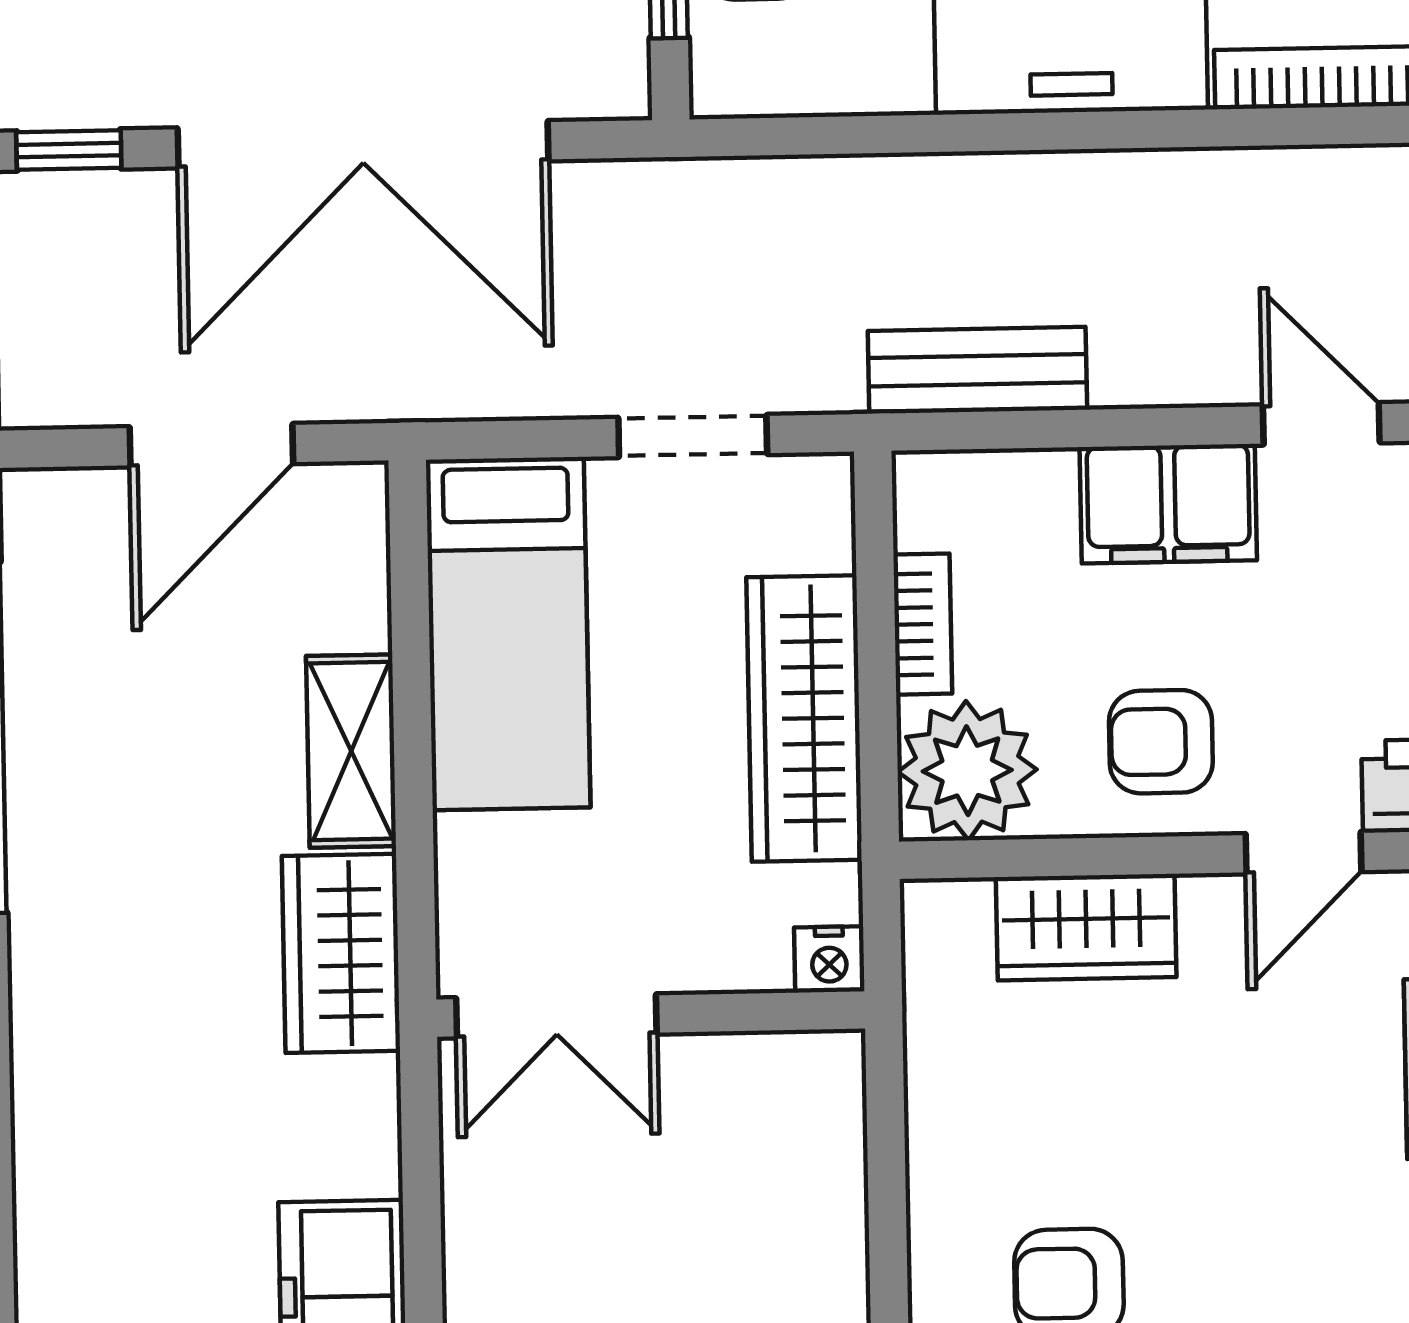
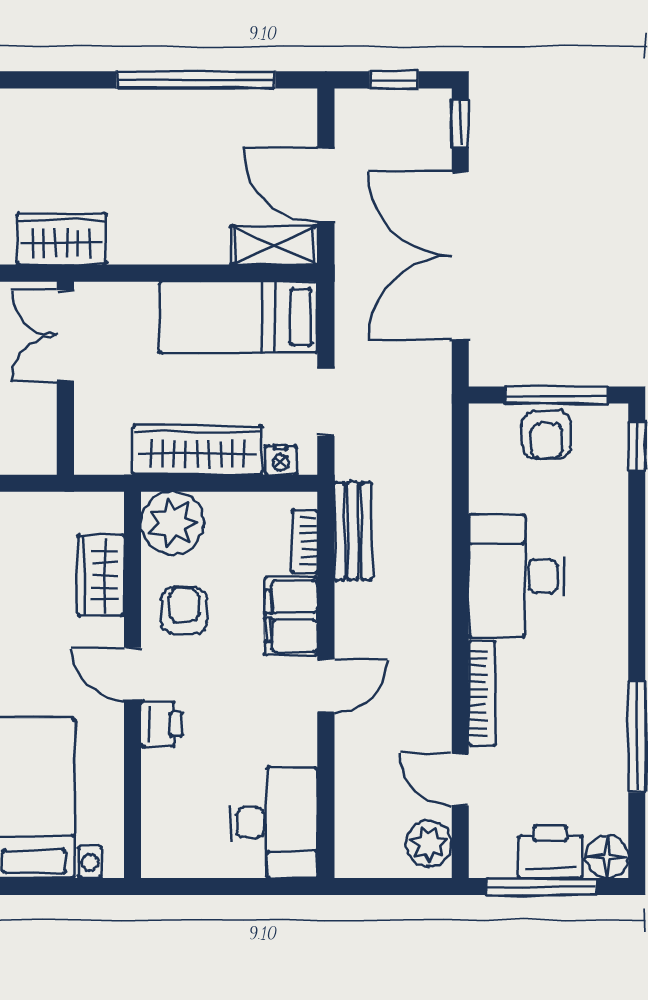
bookcase: (923, 624) -> (305, 542), moved, turned 90
shelving: (351, 751) -> (274, 245), moved
wardrobe: (341, 953) -> (61, 239), moved
nightstand: (829, 959) -> (281, 460), moved, turned -90

